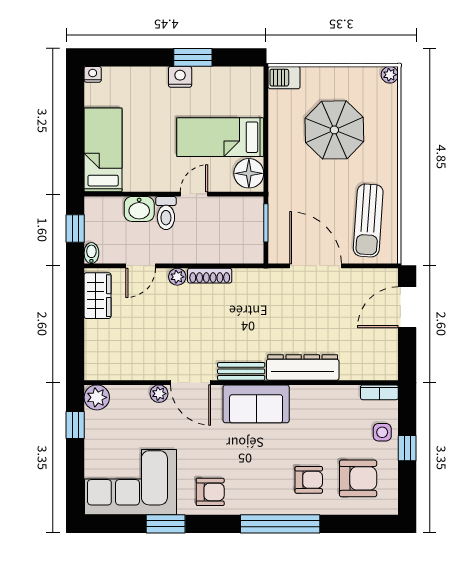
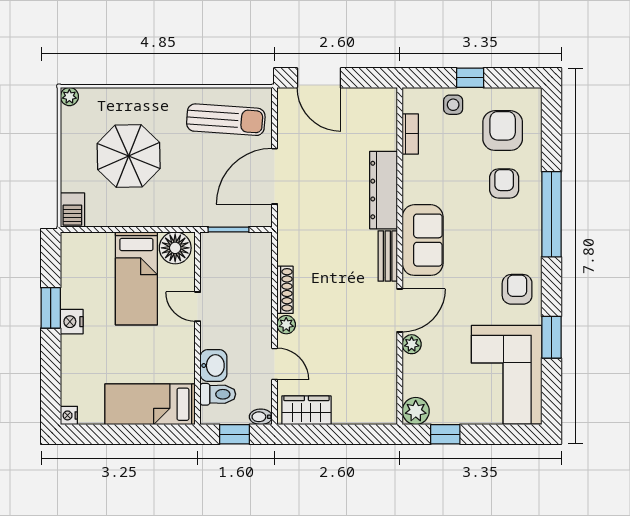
toilet: (166, 213) -> (218, 394), moved
bookcase: (379, 392) -> (410, 134), moved

